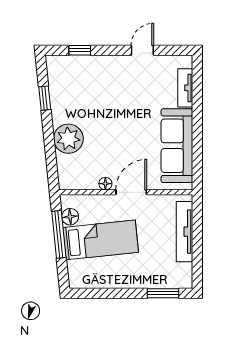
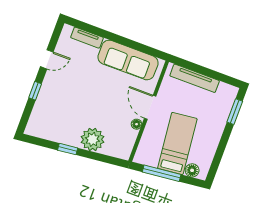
window: (80, 50) -> (35, 91), moved
door: (142, 50) -> (47, 59), swing flipped
window: (45, 98) -> (68, 149), moved
floor lamp: (70, 217) -> (192, 170), moved

